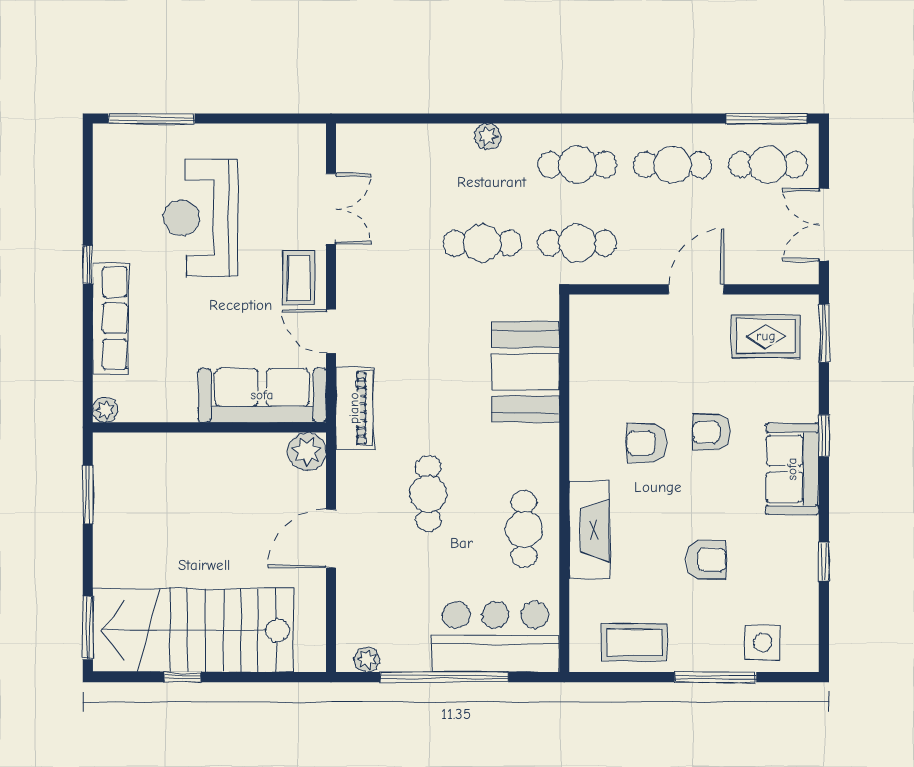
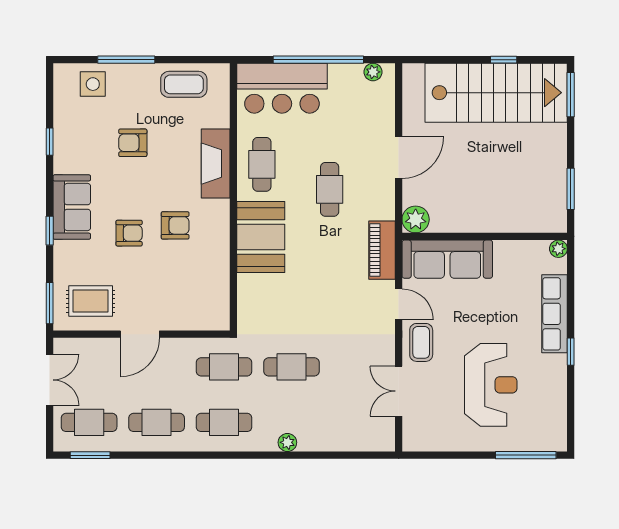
window: (766, 119) -> (90, 455), width x0.69
booth: (526, 372) -> (261, 237), moved

